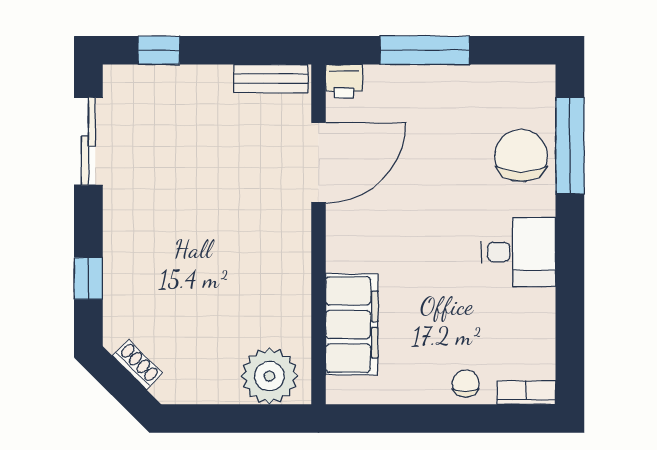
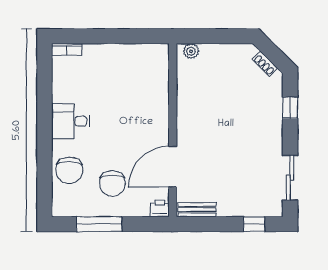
window: (425, 50) -> (99, 224), moved
window: (570, 146) -> (44, 175), removed
filing cabinet: (352, 324) -> (156, 84), removed
plant: (269, 376) -> (191, 51), width x0.53, depth x0.53
chair: (466, 383) -> (112, 183), moved, width x1.87, depth x1.87

